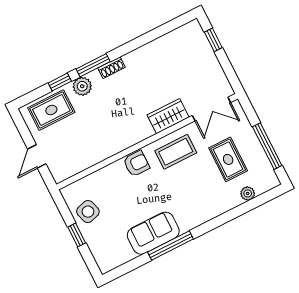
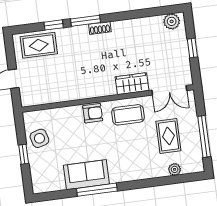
window: (213, 40) -> (192, 48), moved
plant: (82, 86) -> (172, 21), moved

